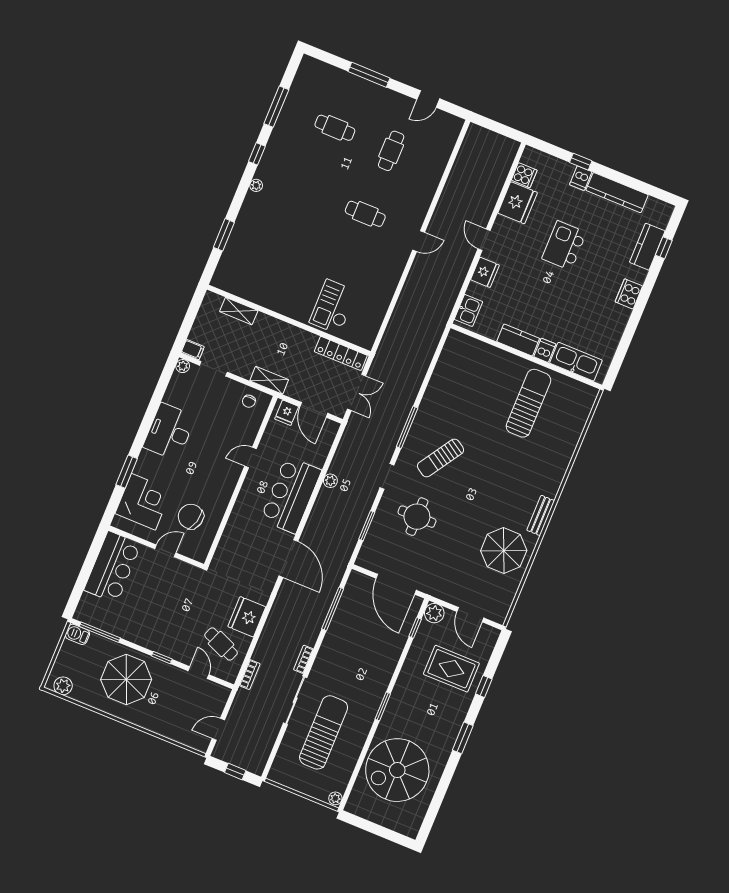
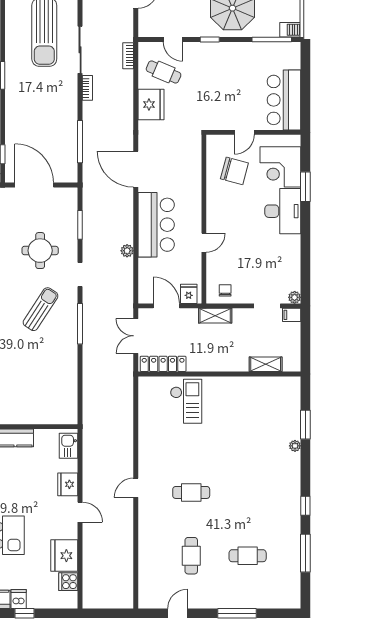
plant: (256, 185) -> (295, 446), moved
desk: (169, 432) -> (283, 211), moved

